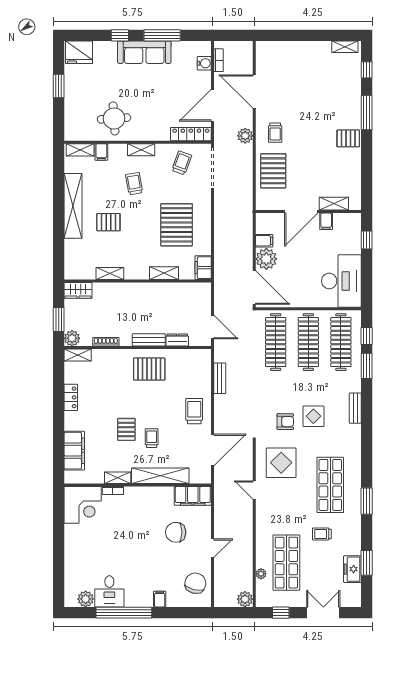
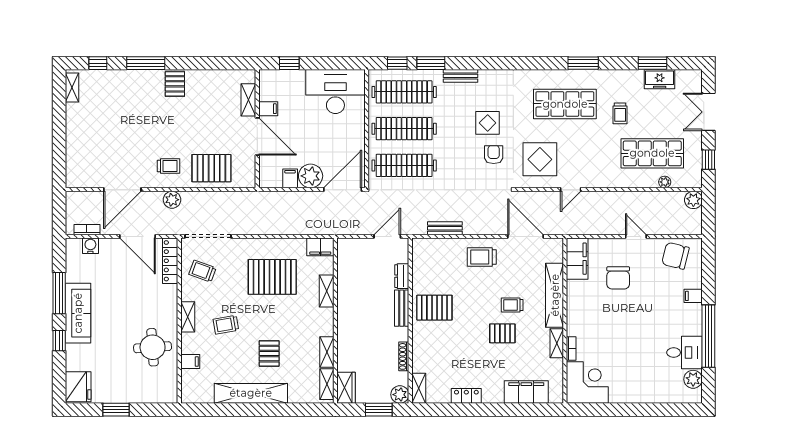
shelving: (80, 150) -> (327, 384), moved
pallet: (149, 369) -> (434, 308), turned 90
bench: (355, 408) -> (461, 76), moved

